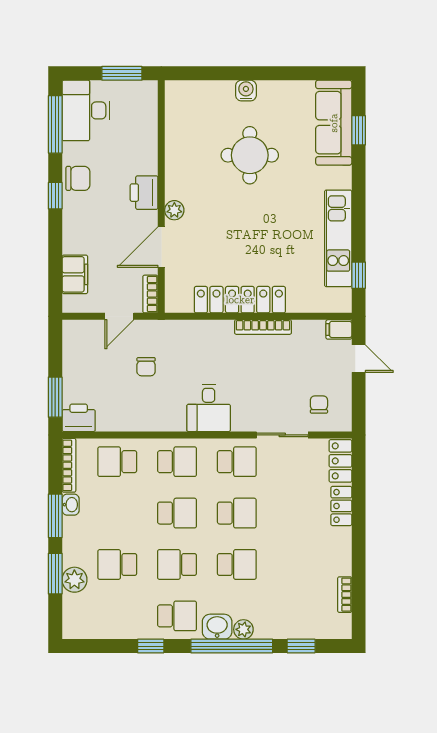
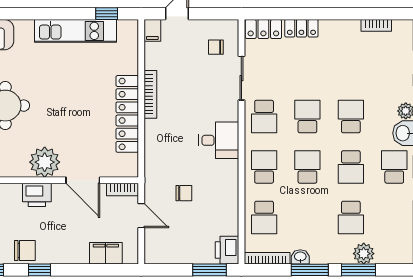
chair: (78, 178) -> (25, 251), turned 90
plant: (174, 210) -> (45, 162), width x1.88, depth x1.88
school desk: (237, 462) -> (264, 117), turned 180

